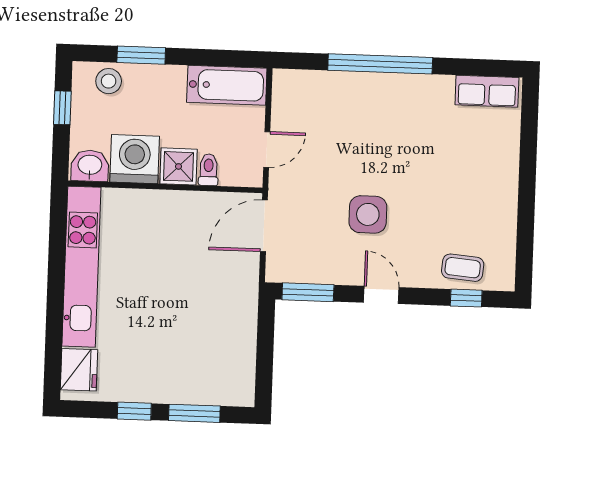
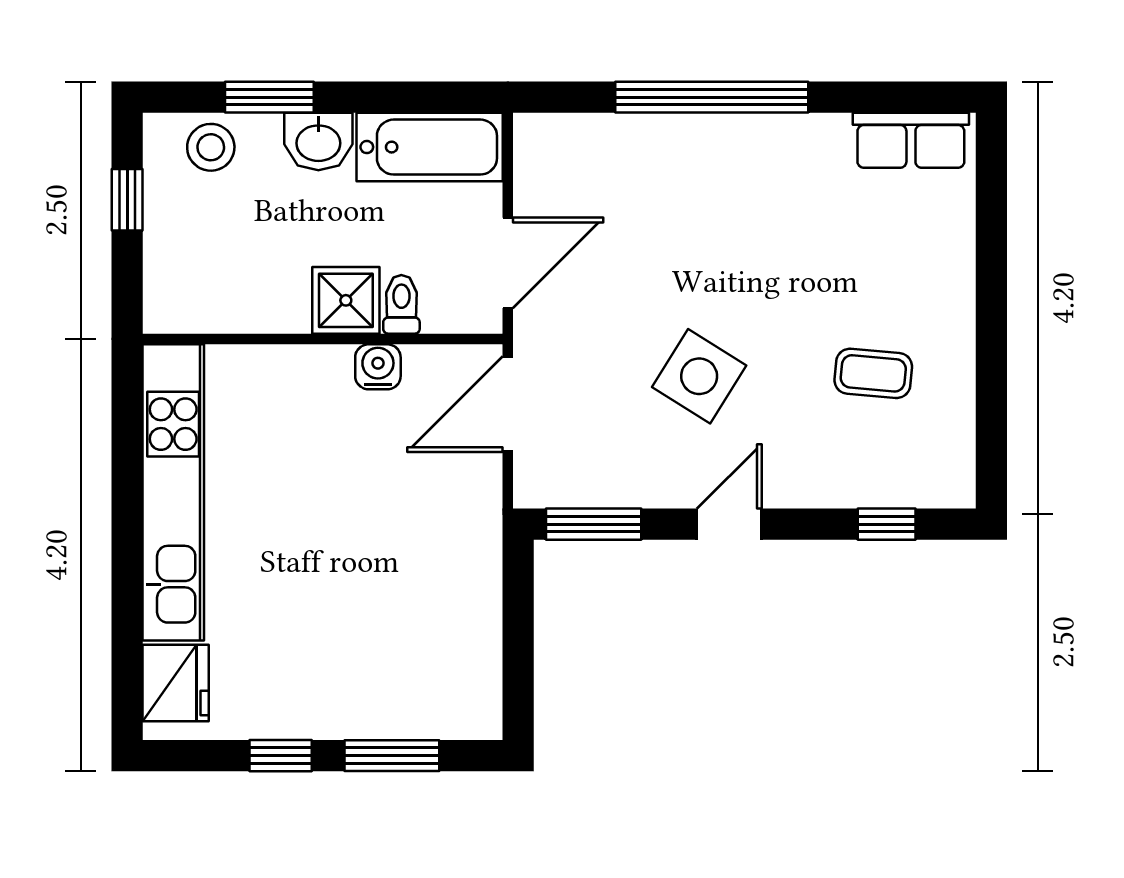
door: (267, 149) -> (508, 263), width x1.38
washing machine: (135, 159) -> (264, 290), removed
washbasin: (90, 166) -> (318, 141), moved, turned 180
water cooler: (195, 203) -> (378, 367), added
side table: (368, 214) -> (699, 376), turned 32
coffee table: (463, 268) -> (873, 373), moved
door: (381, 295) -> (729, 524), hinge flipped

